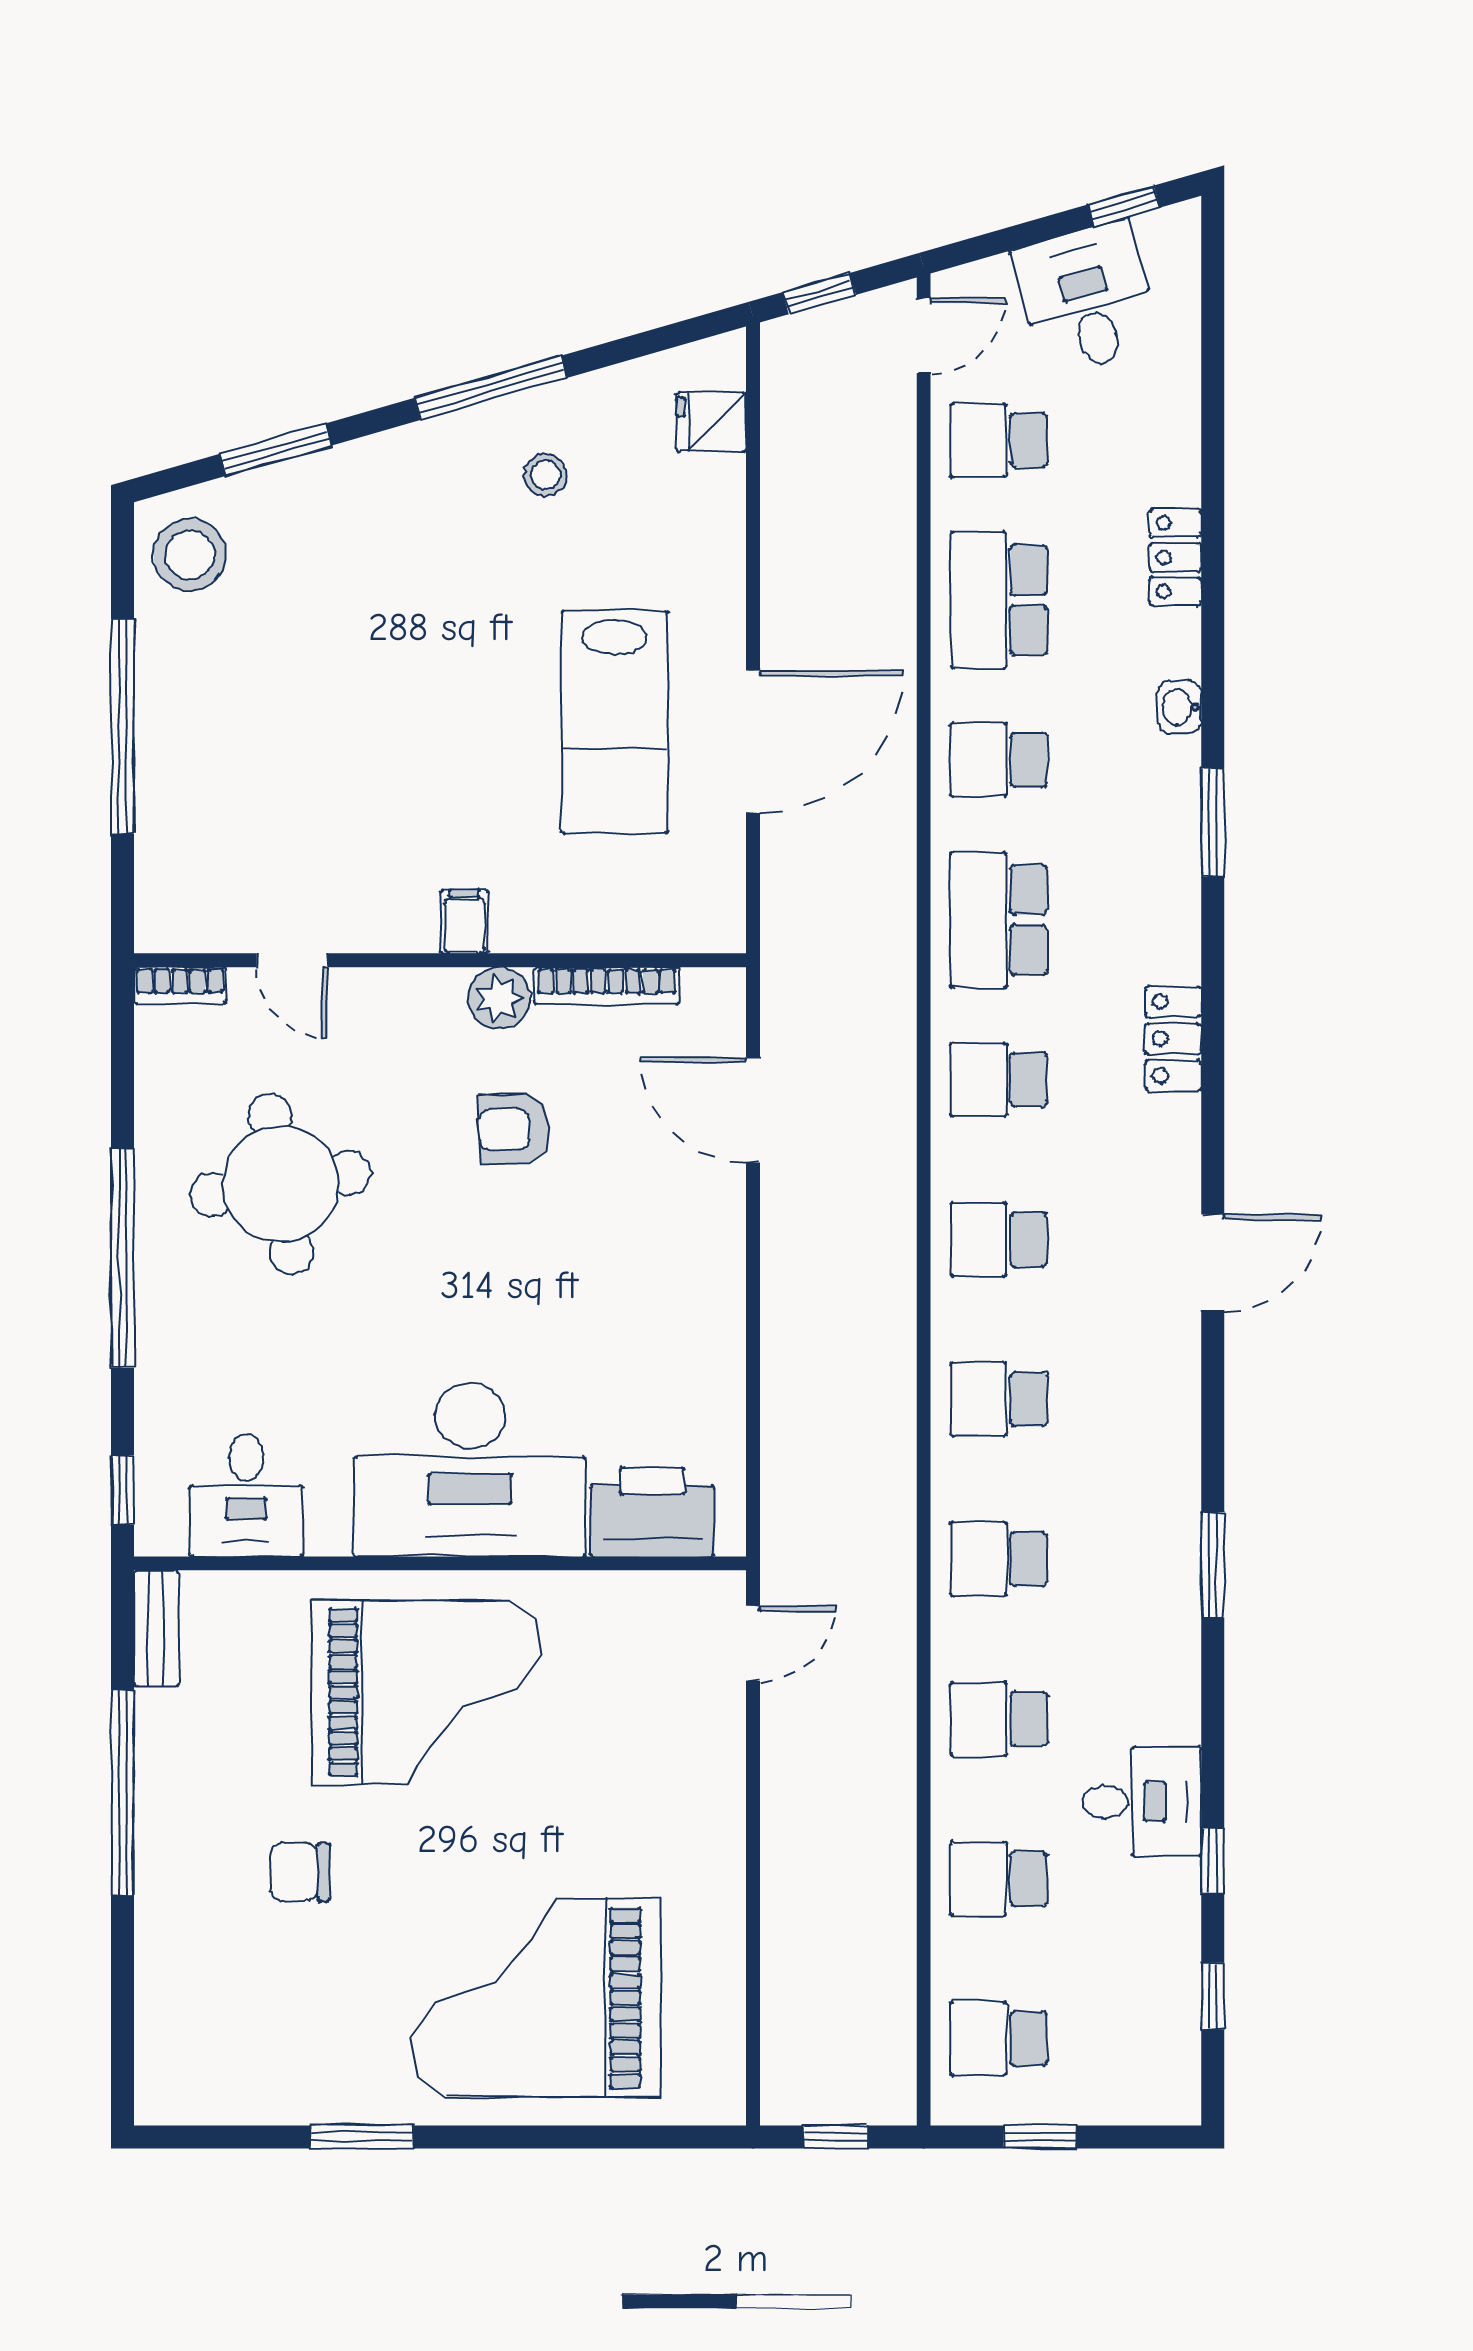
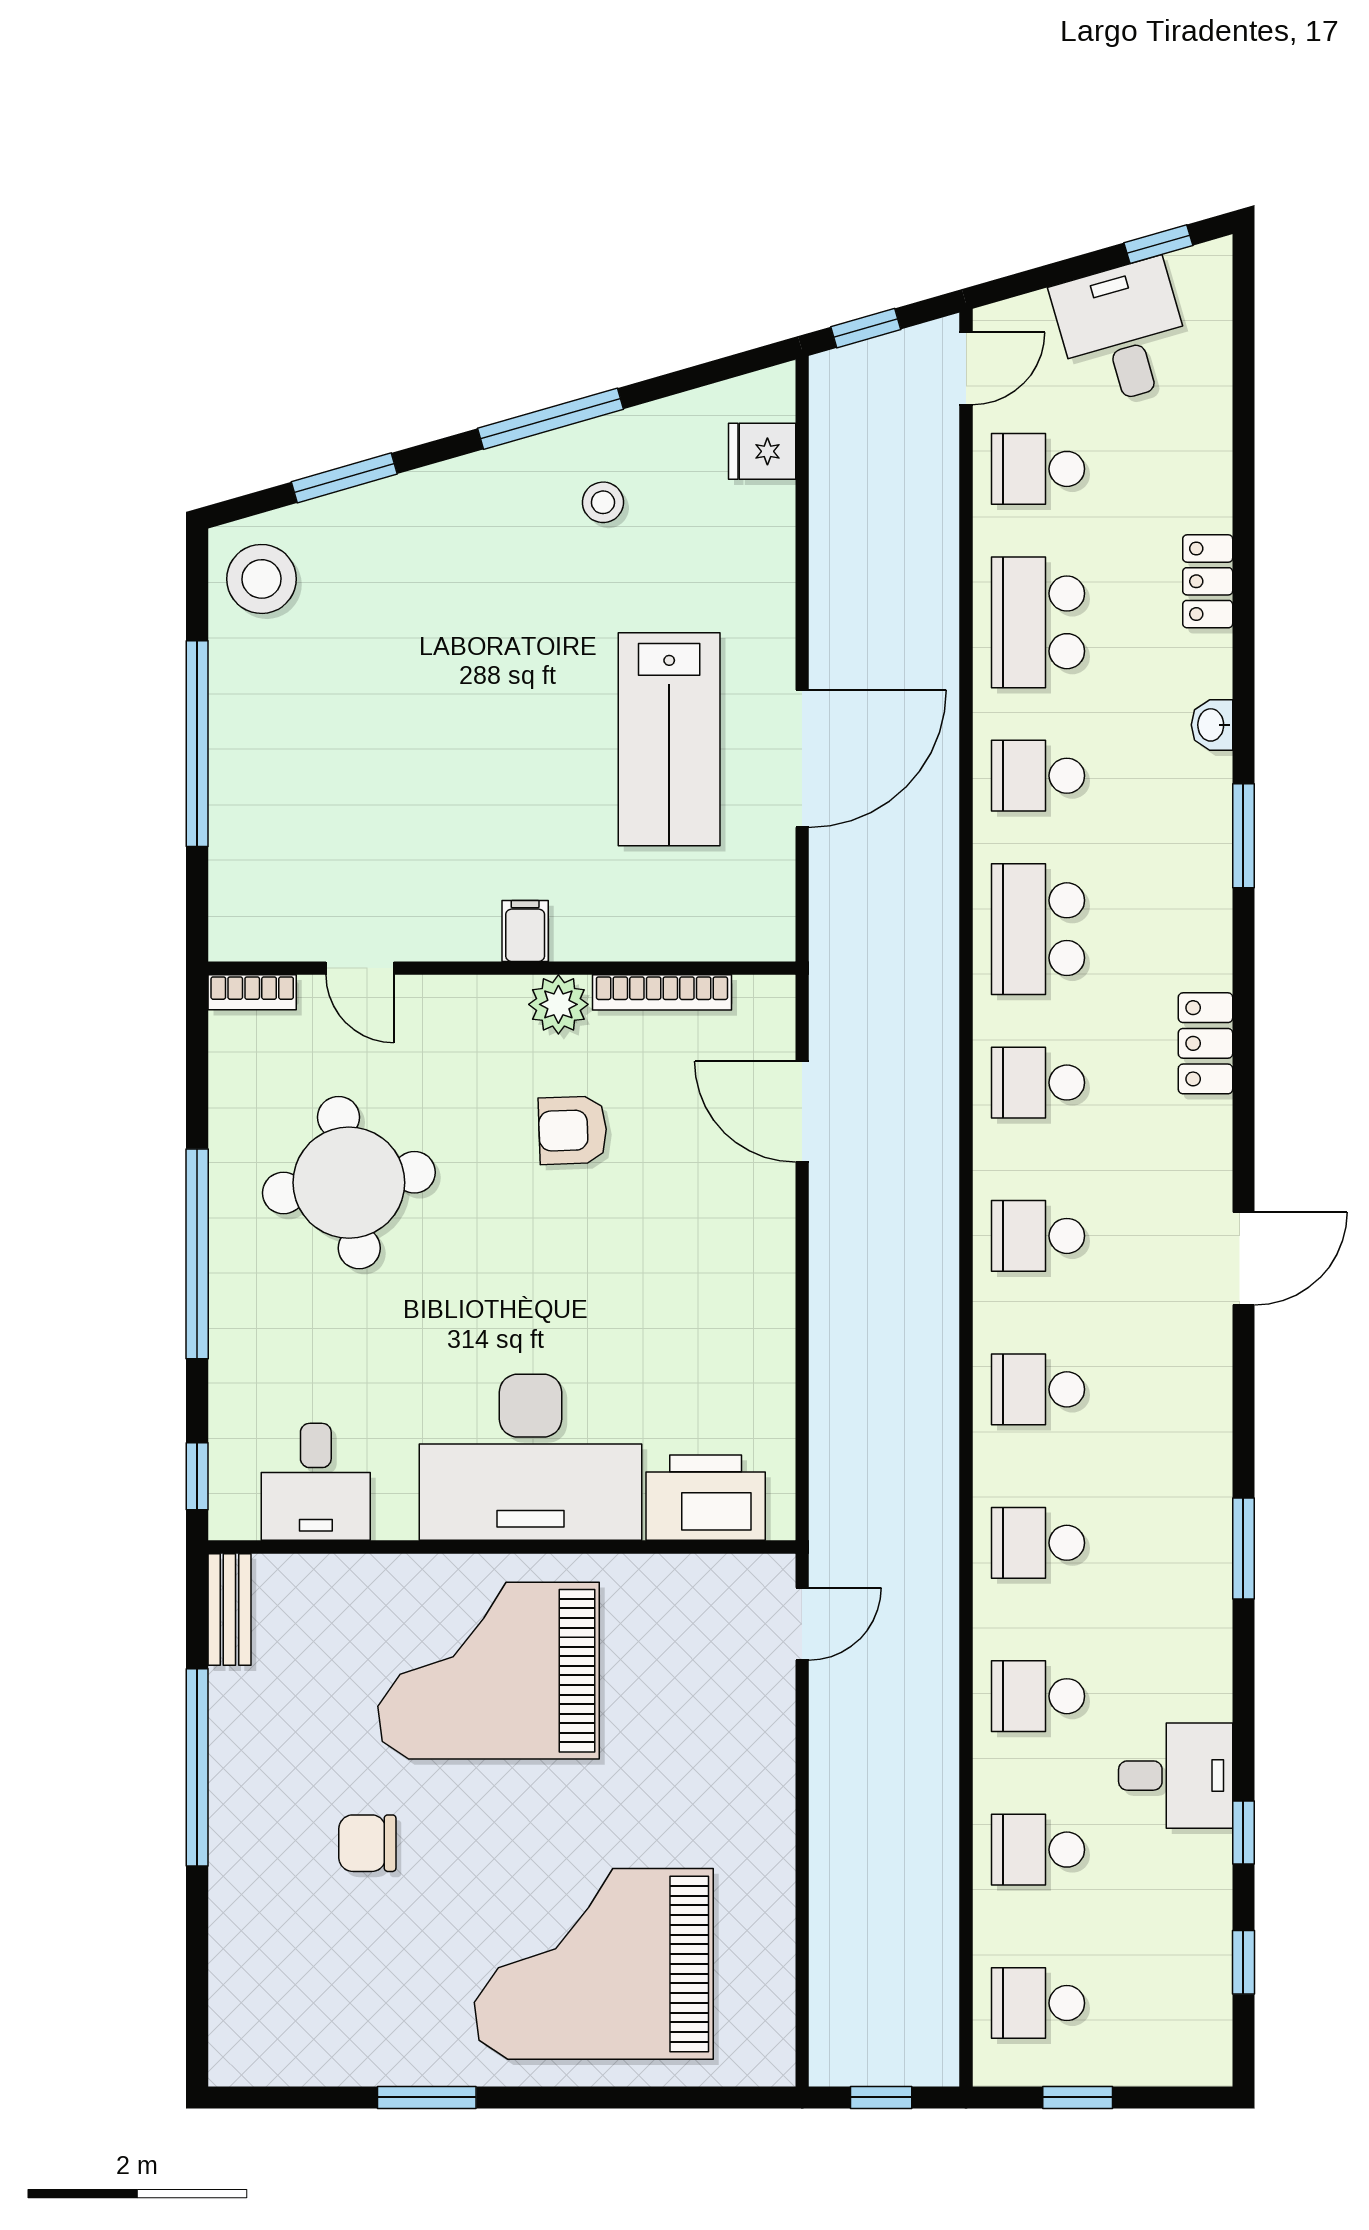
grand piano: (426, 1692) -> (489, 1671), turned 180

